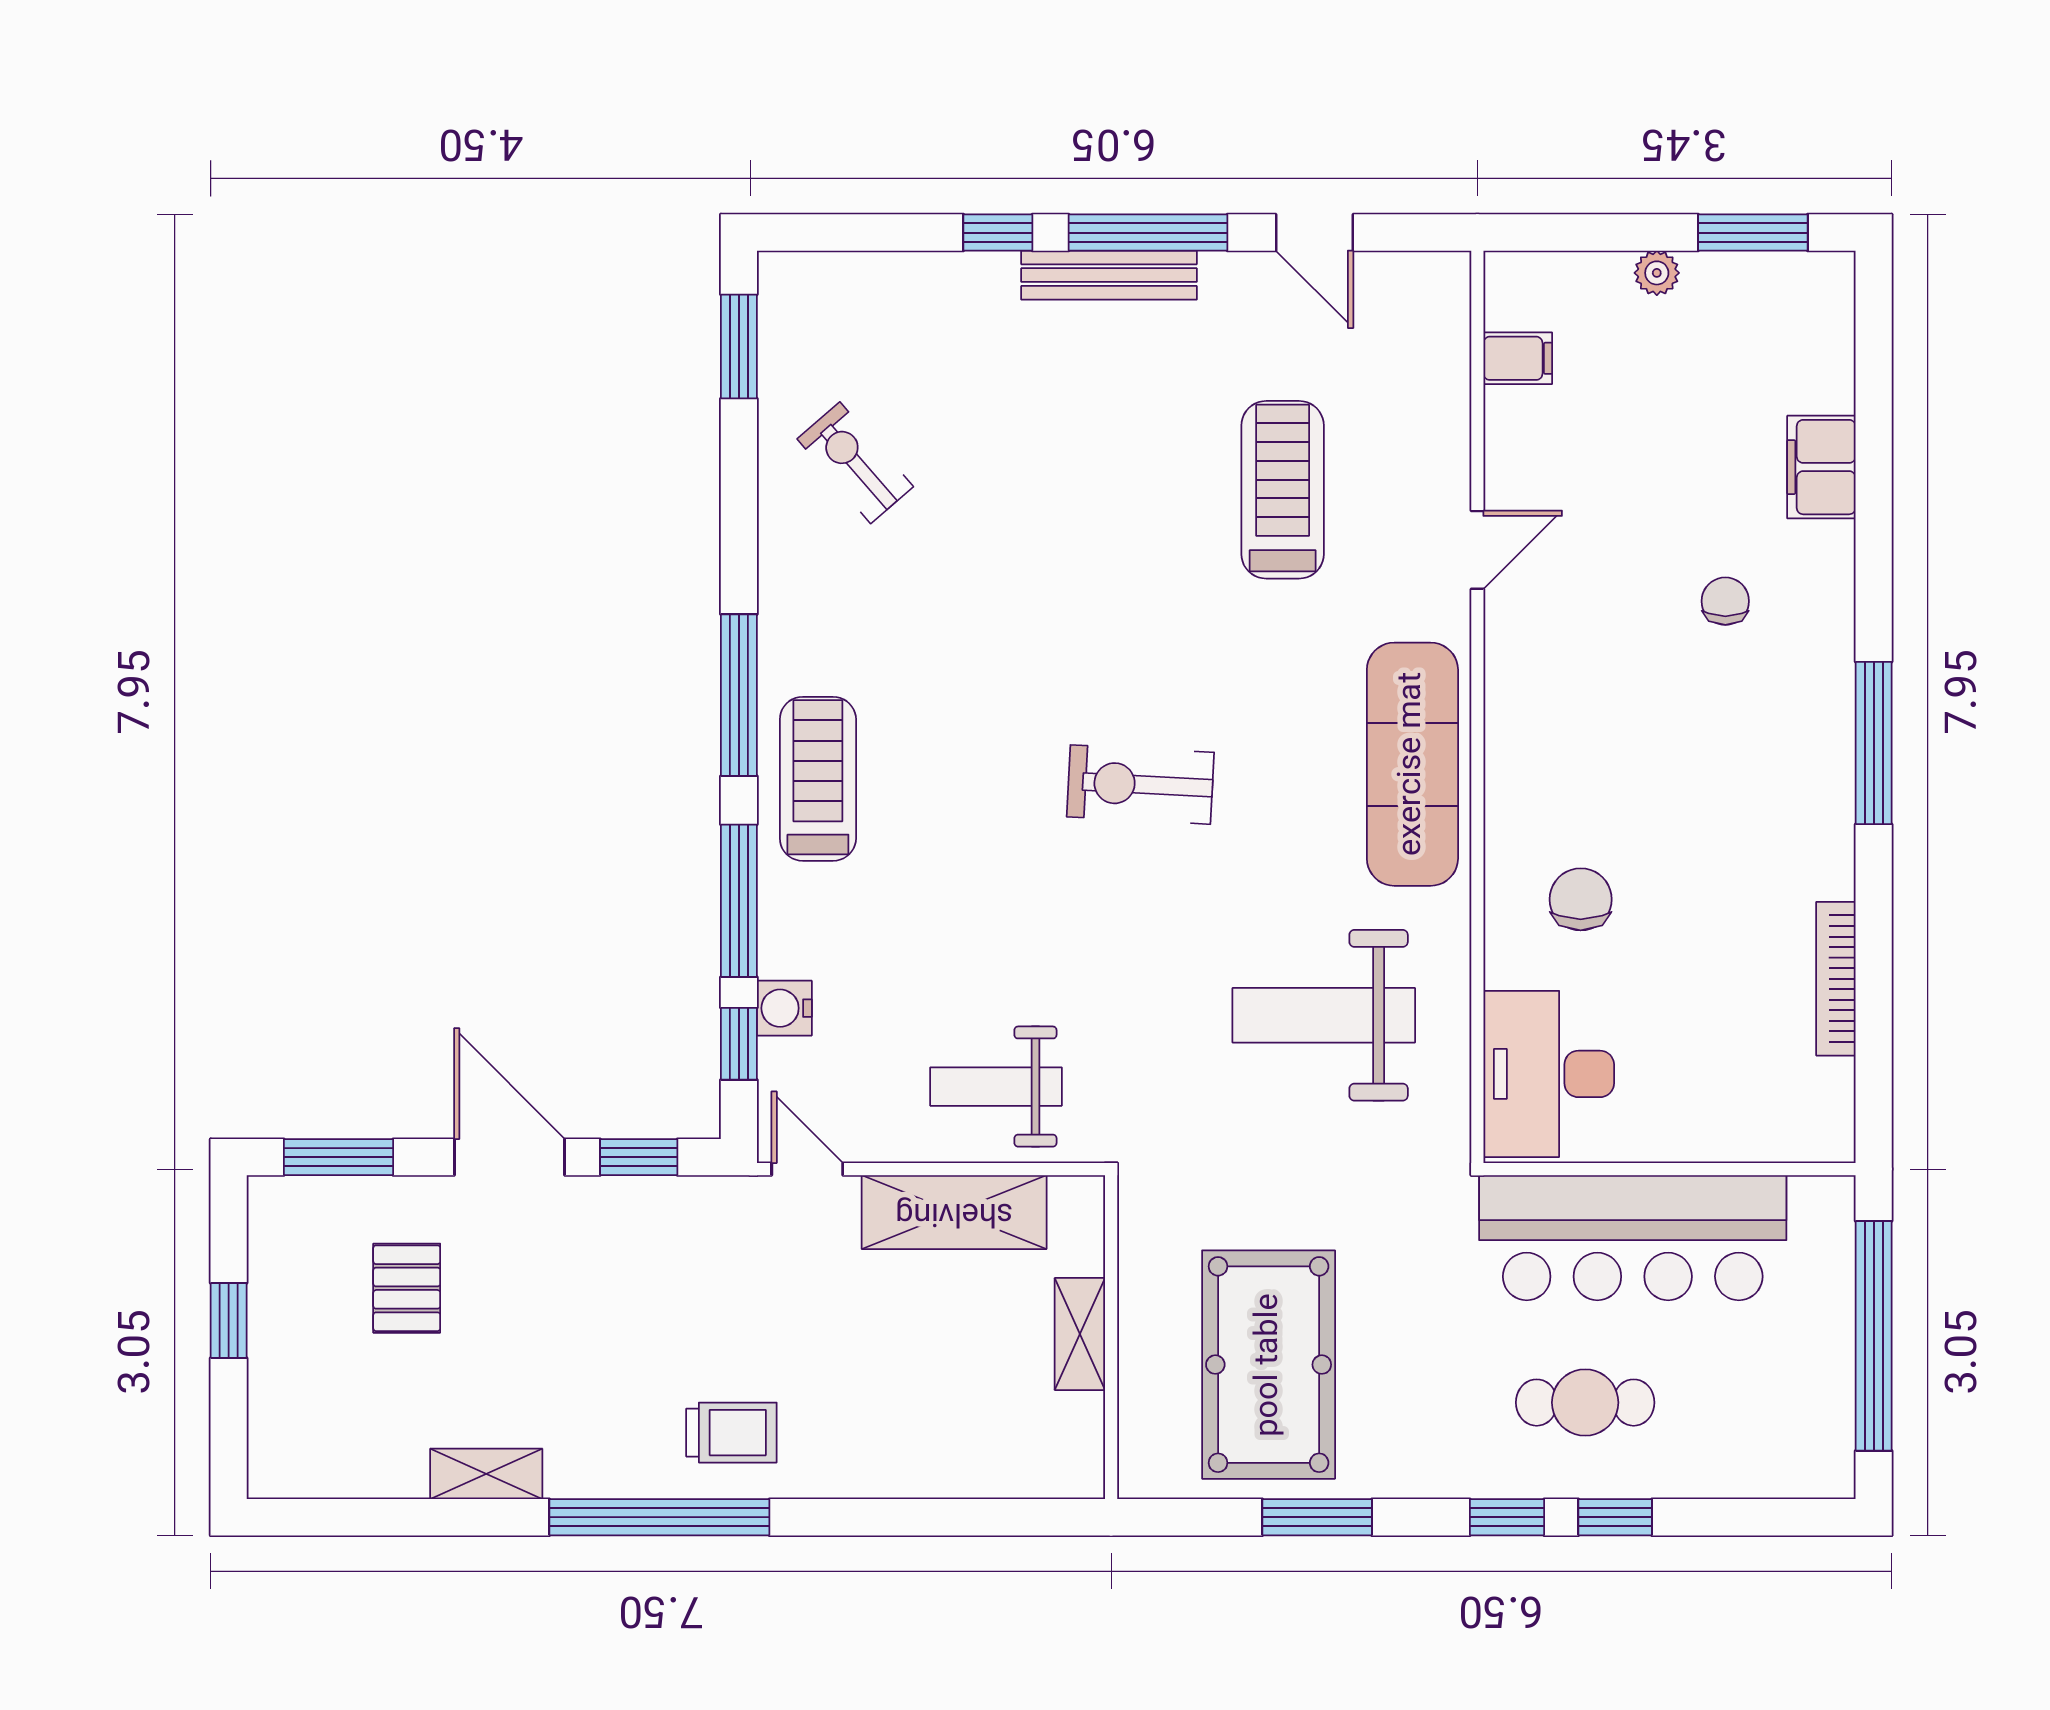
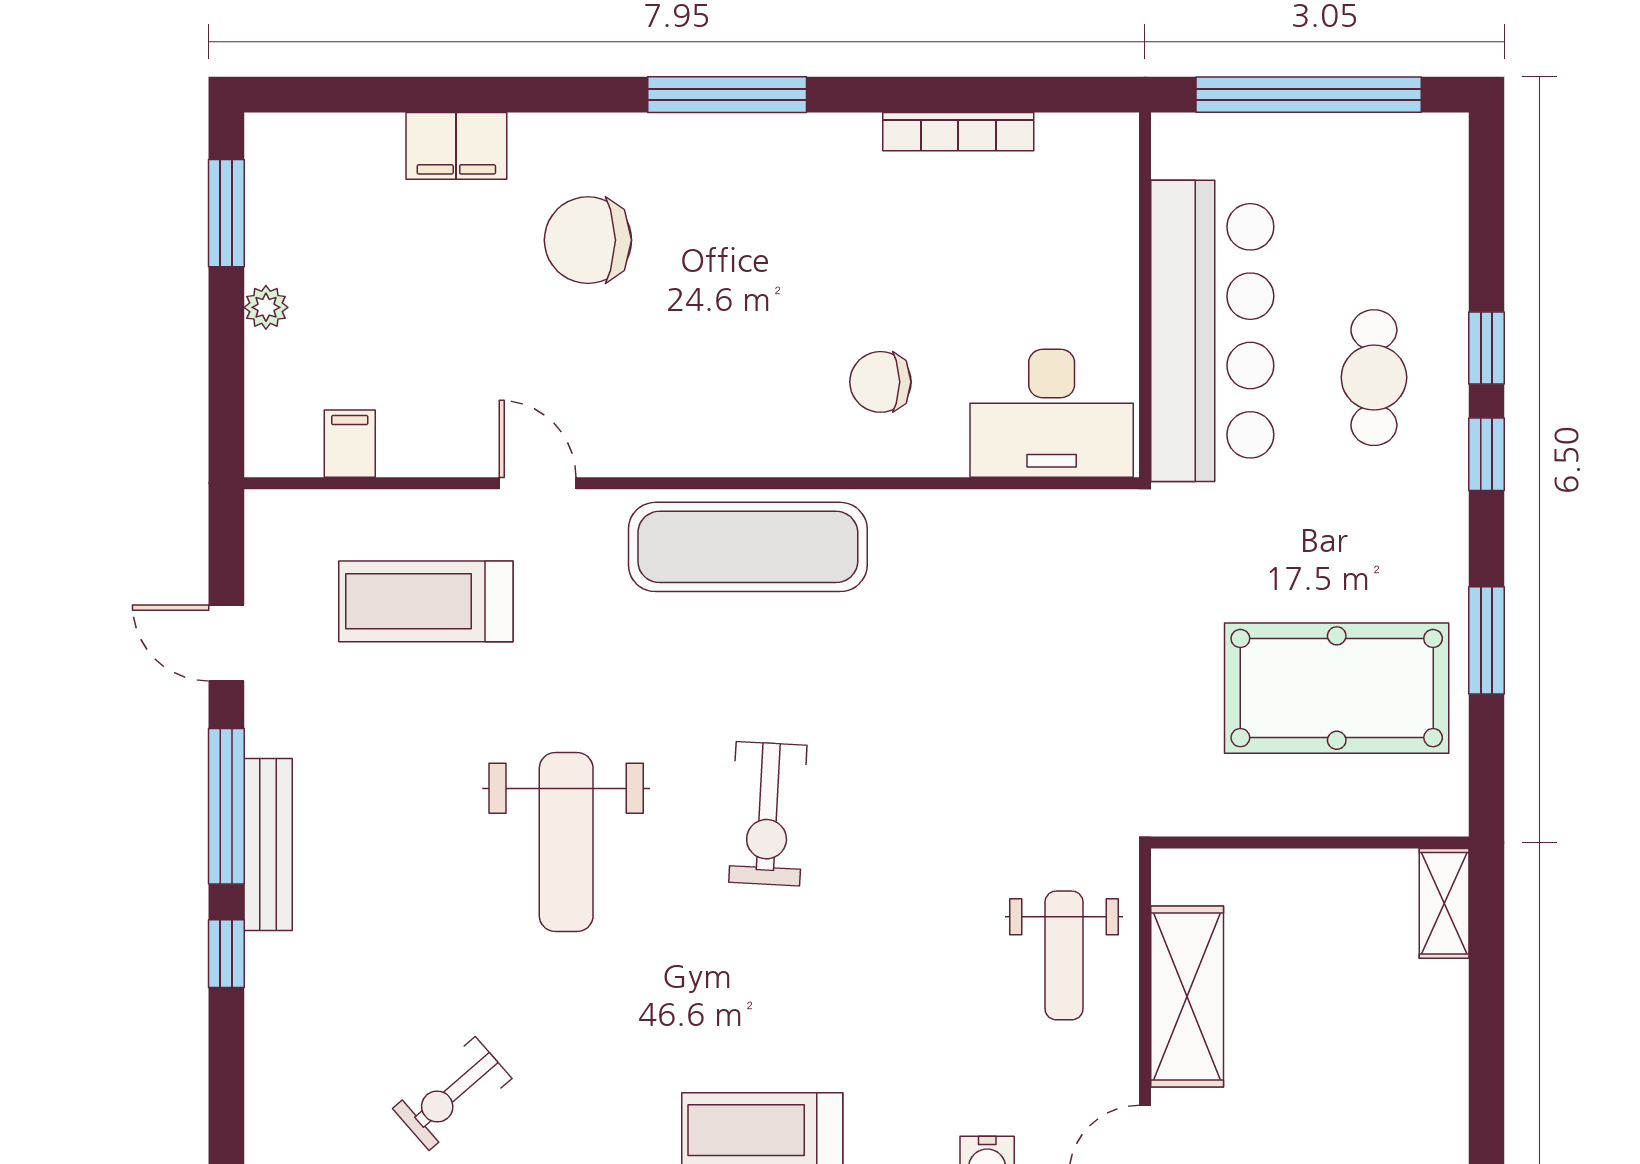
door: (1314, 233) -> (226, 643), swing flipped
treadmill: (1283, 490) -> (426, 601), moved
chair: (1725, 601) -> (588, 240), width x1.87, depth x1.87
weight bench: (1324, 1015) -> (566, 842), moved
shelving: (1080, 1334) -> (1444, 903), moved, turned 90

